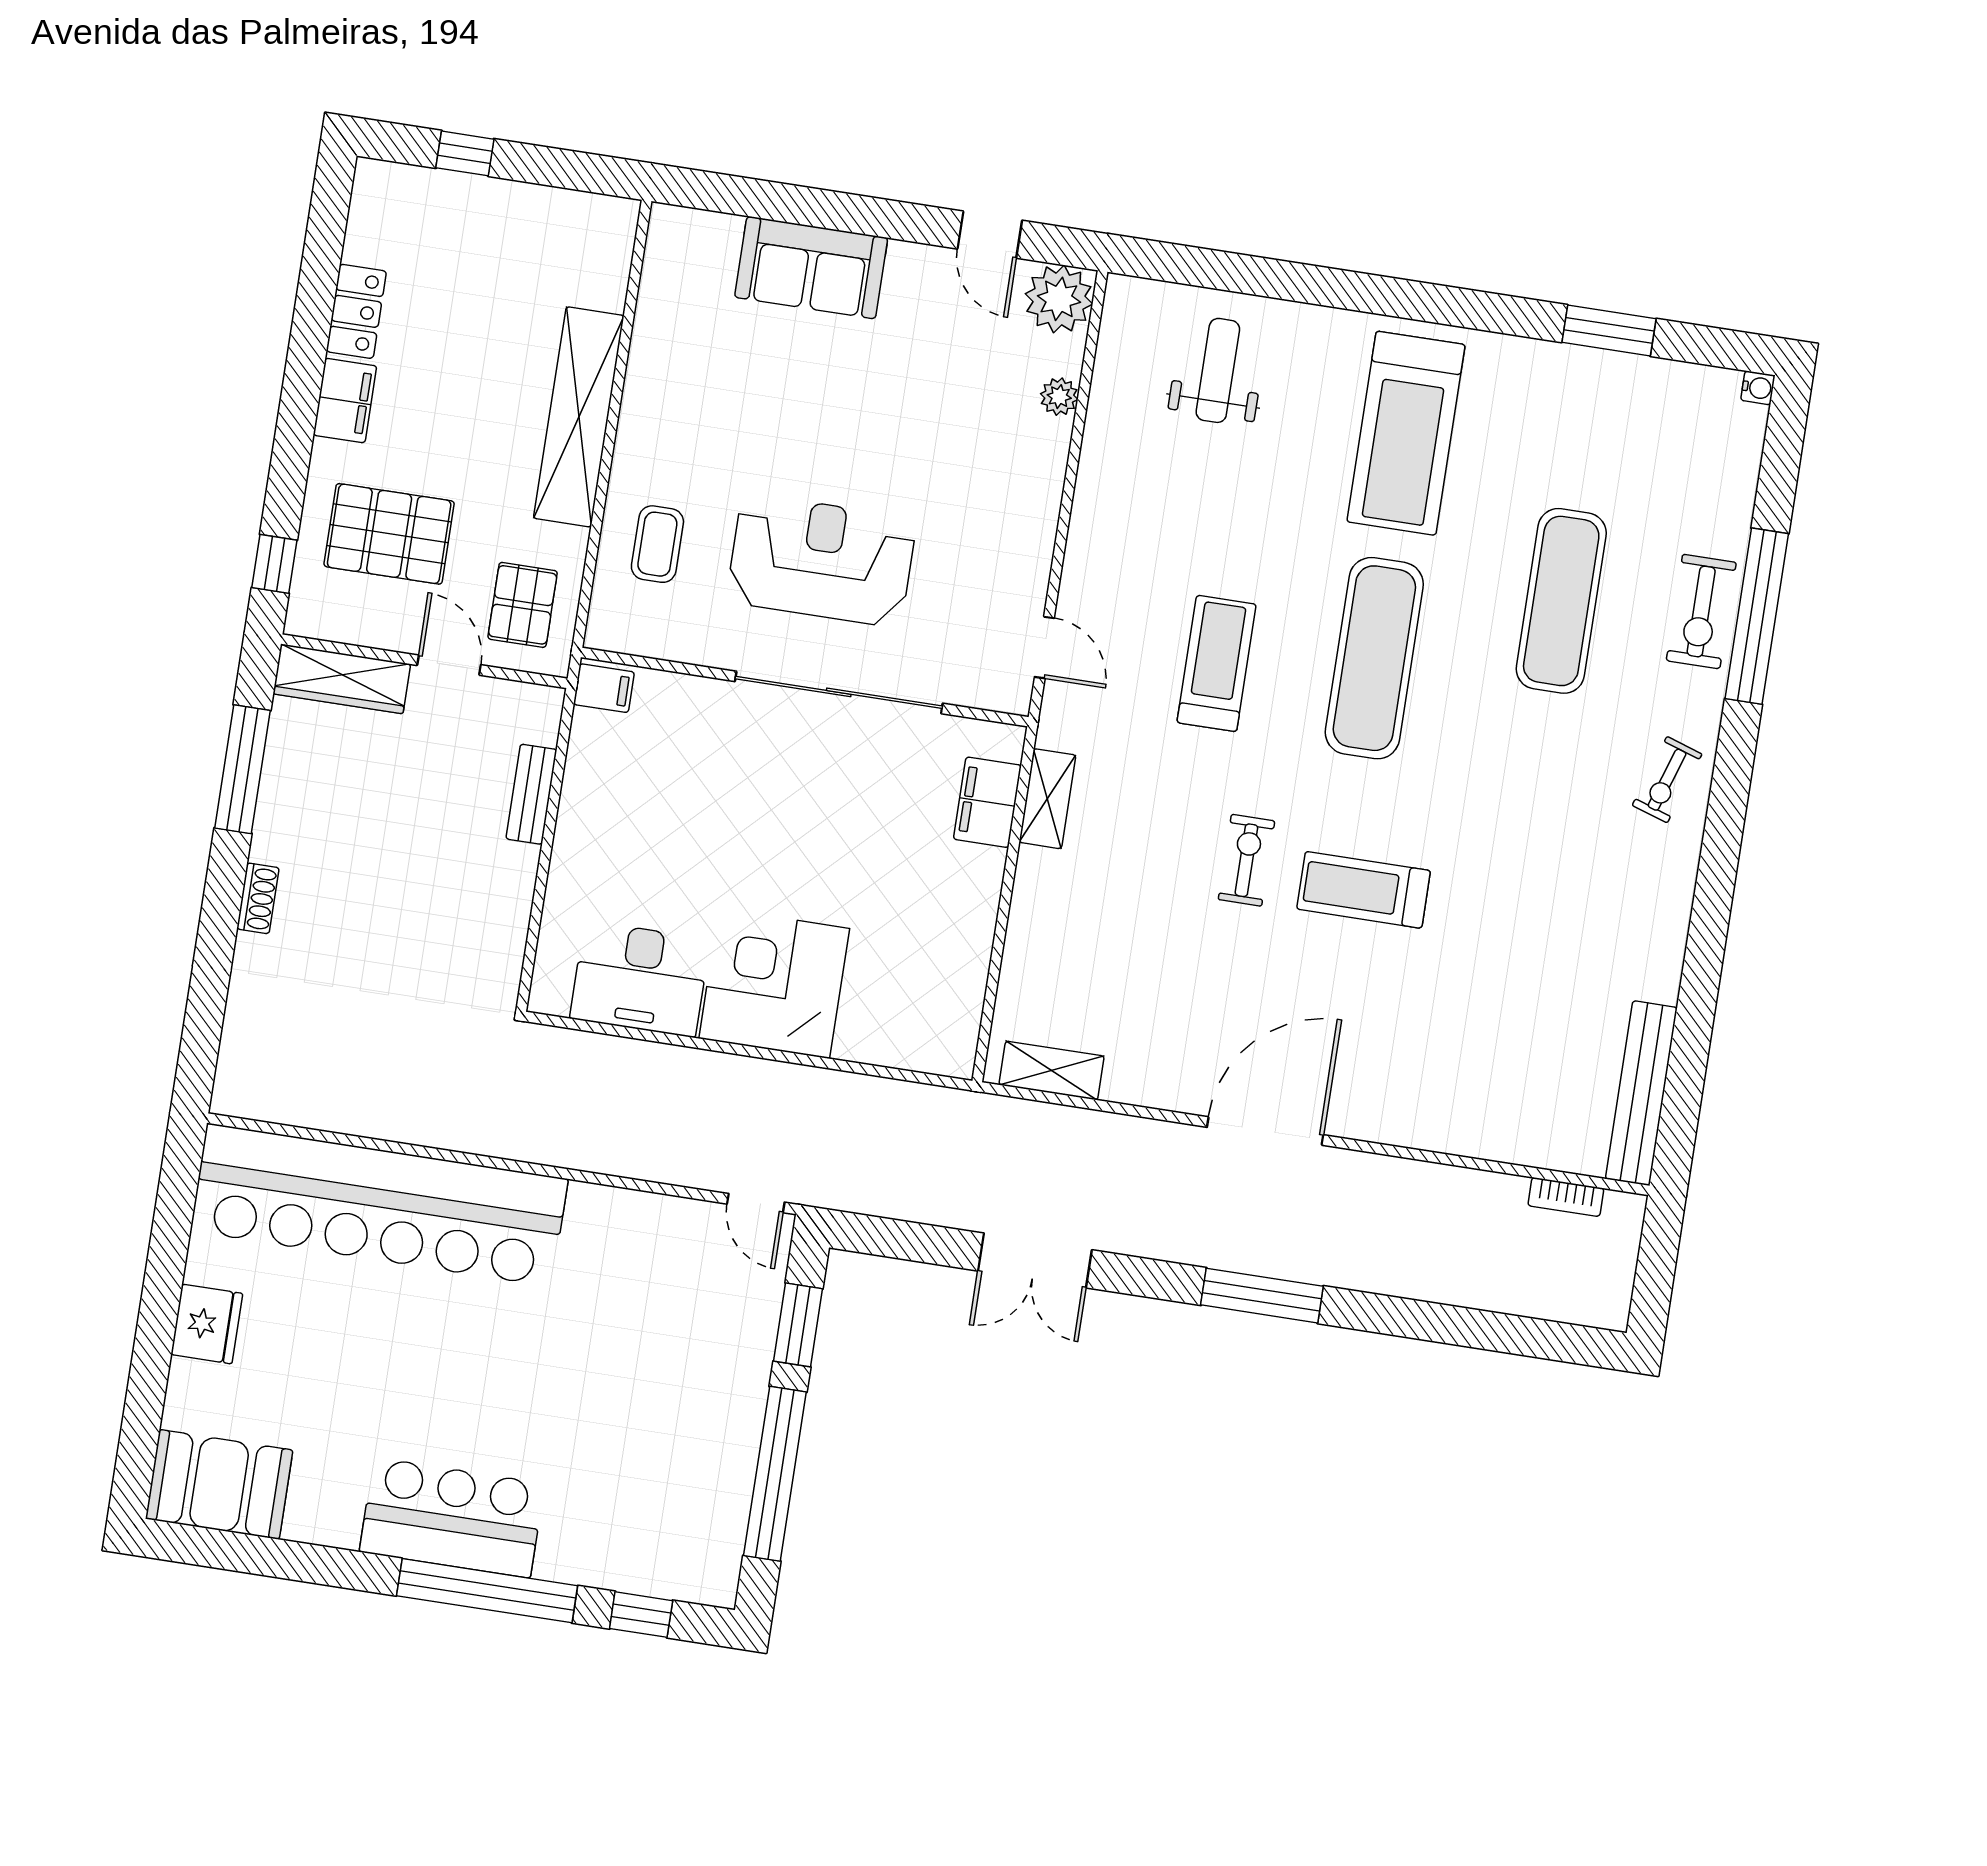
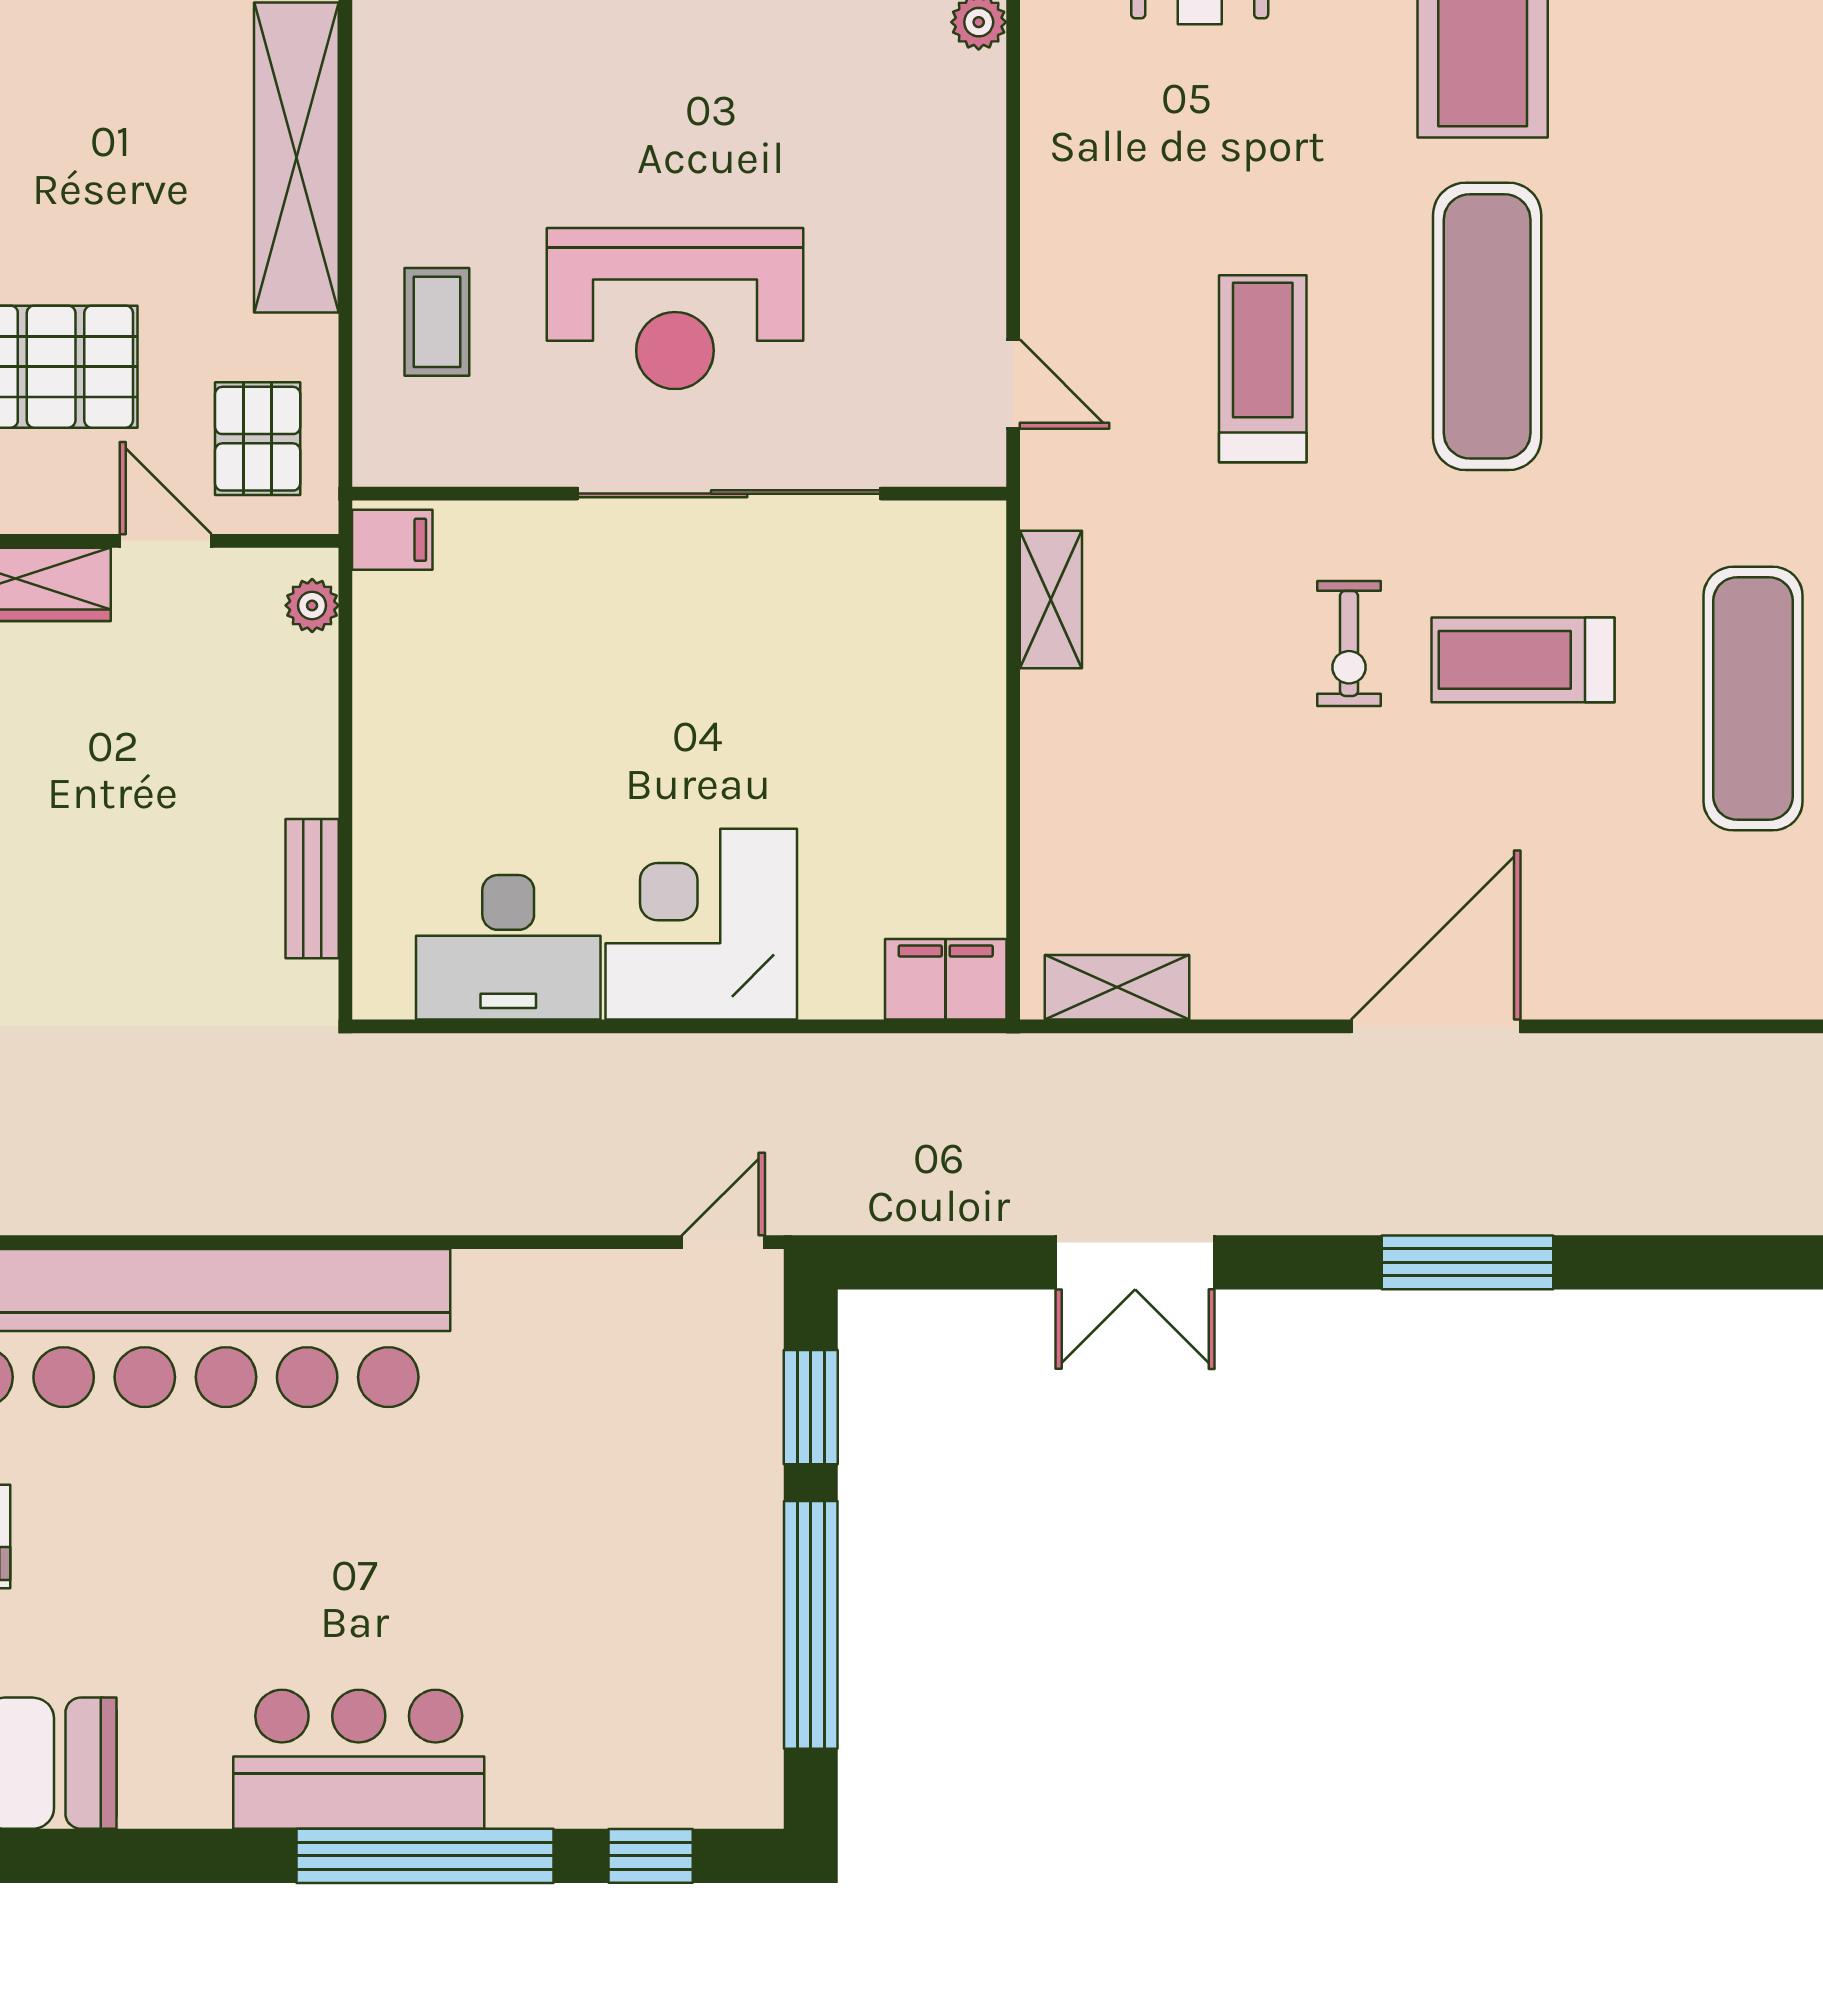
reception desk: (821, 560) -> (675, 309), turned 180
exercise mat: (1561, 601) -> (1753, 699), moved
plant: (542, 725) -> (312, 605), added
bench: (531, 794) -> (312, 889), moved
filing cabinet: (987, 802) -> (946, 979), moved, turned 90
exercise bike: (1246, 860) -> (1349, 643), turned 180
door: (756, 1203) -> (723, 1242), swing flipped

